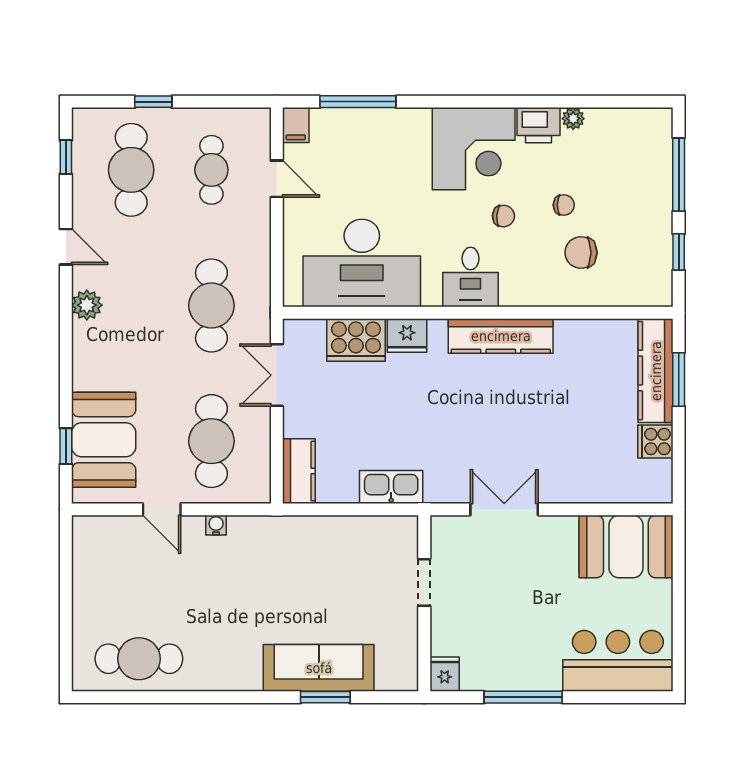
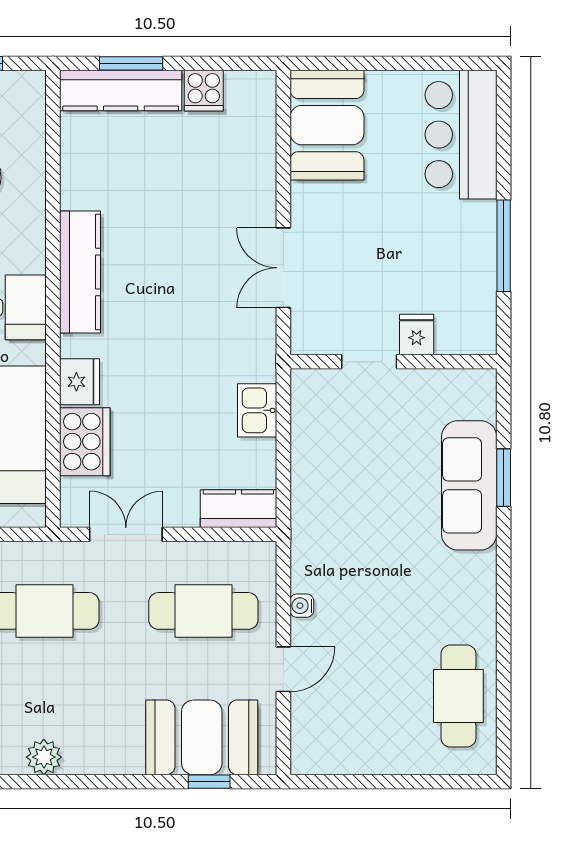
double door: (277, 375) -> (126, 534), swing flipped
kitchen sink: (391, 487) -> (257, 410), width x0.73
fridge: (445, 674) -> (417, 334), moved, turned 90

